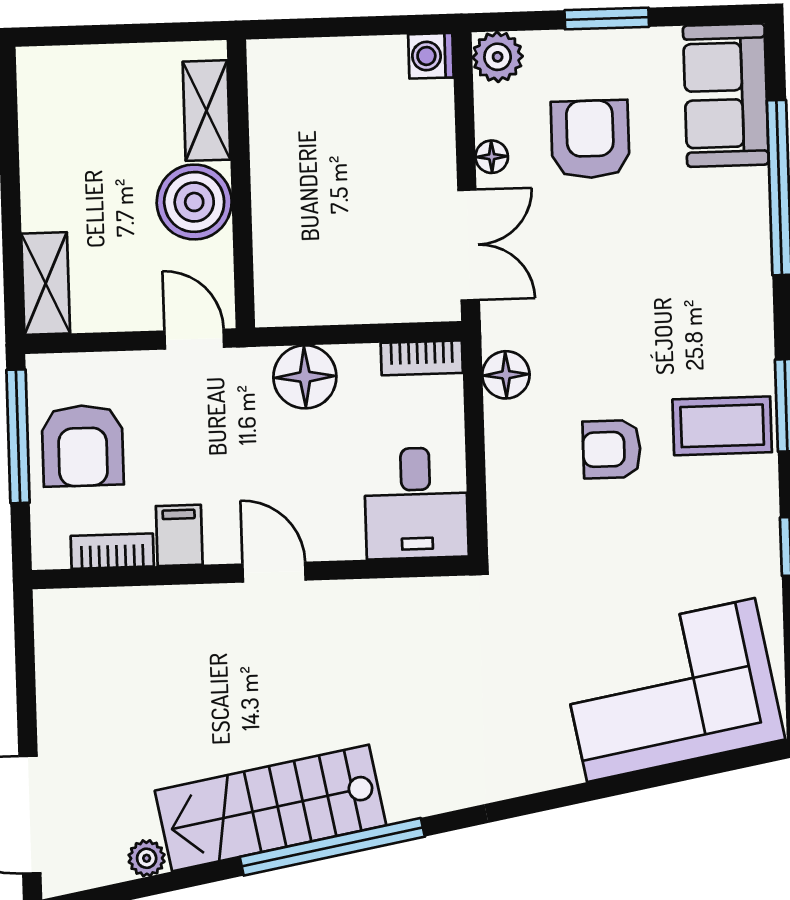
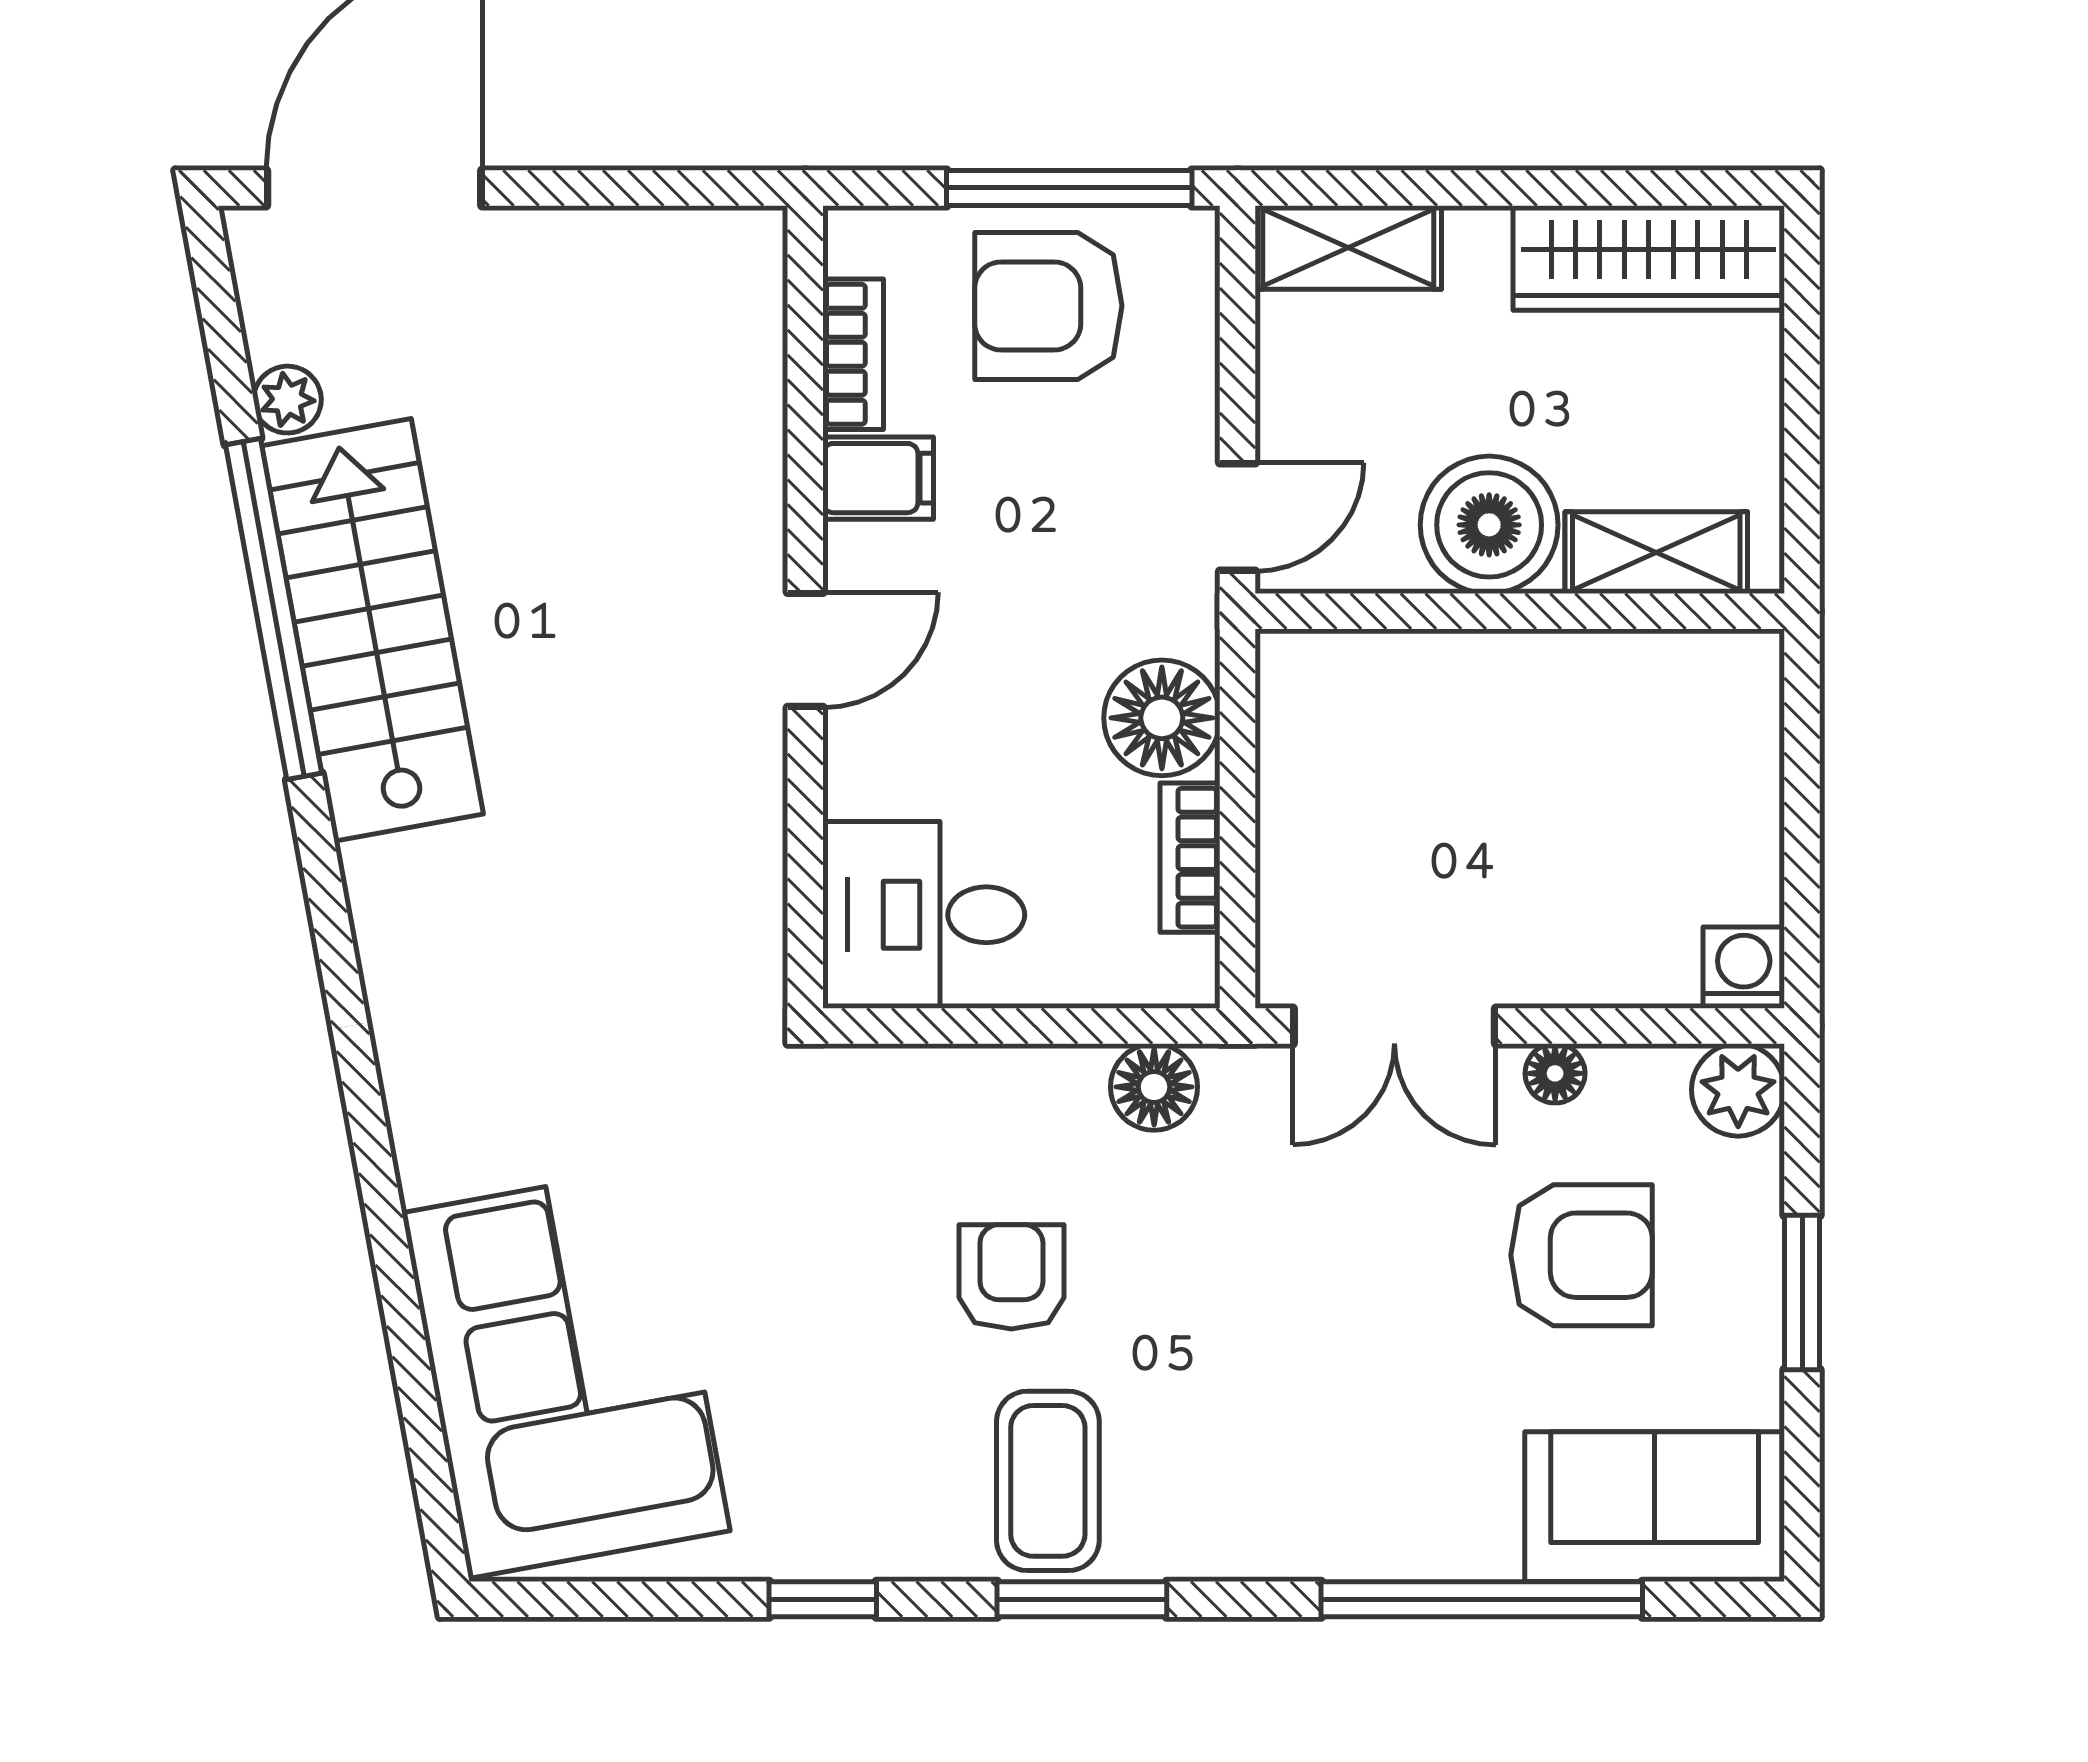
wardrobe: (46, 120) -> (1649, 258), added
bookcase: (422, 358) -> (1190, 858), moved
window: (332, 847) -> (274, 609), moved

